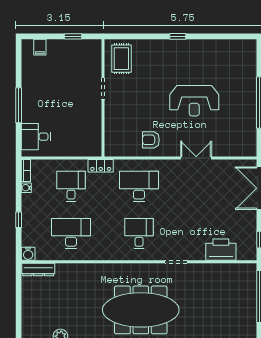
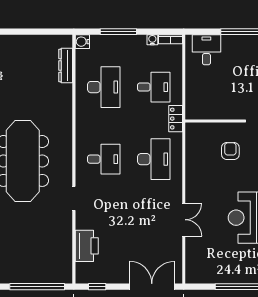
armchair: (151, 140) -> (230, 151), moved
window: (19, 220) -> (118, 32), width x2.17
dresser: (38, 270) -> (66, 65), moved

